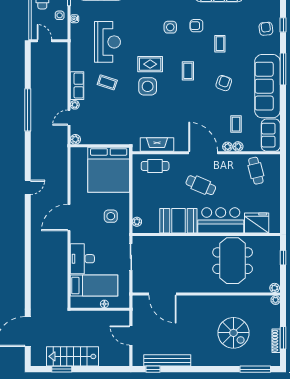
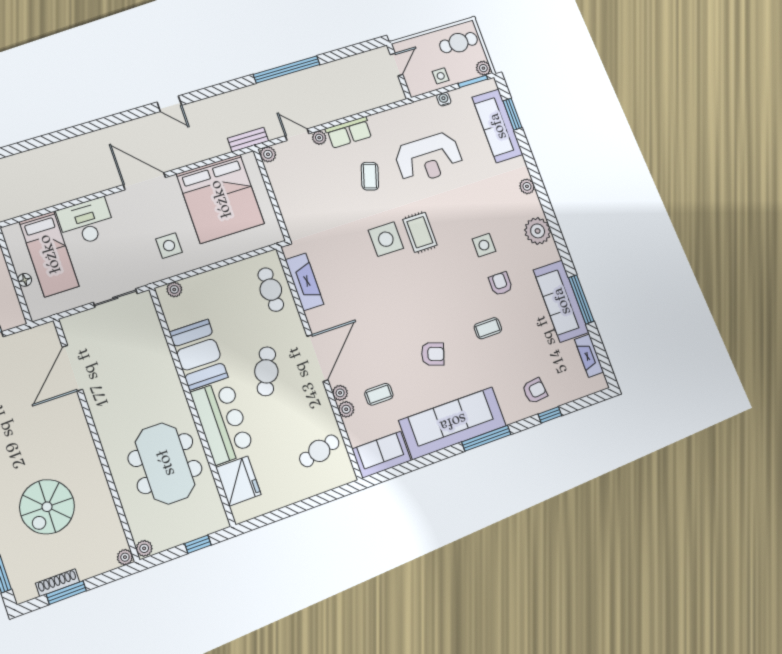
coffee table: (188, 71) -> (431, 293), removed
bench: (63, 148) -> (248, 140), added
bed: (109, 170) -> (220, 199), moved, turned -90
meeting table: (233, 261) -> (165, 463), turned 90

